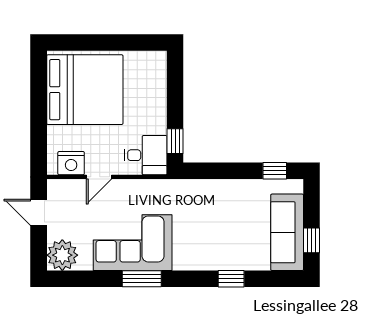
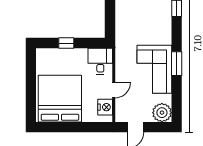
window: (175, 141) -> (66, 43), moved
door: (99, 177) -> (114, 90), hinge flipped

